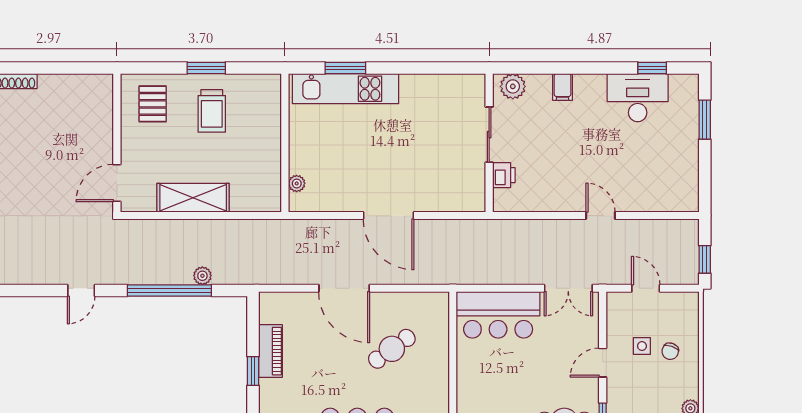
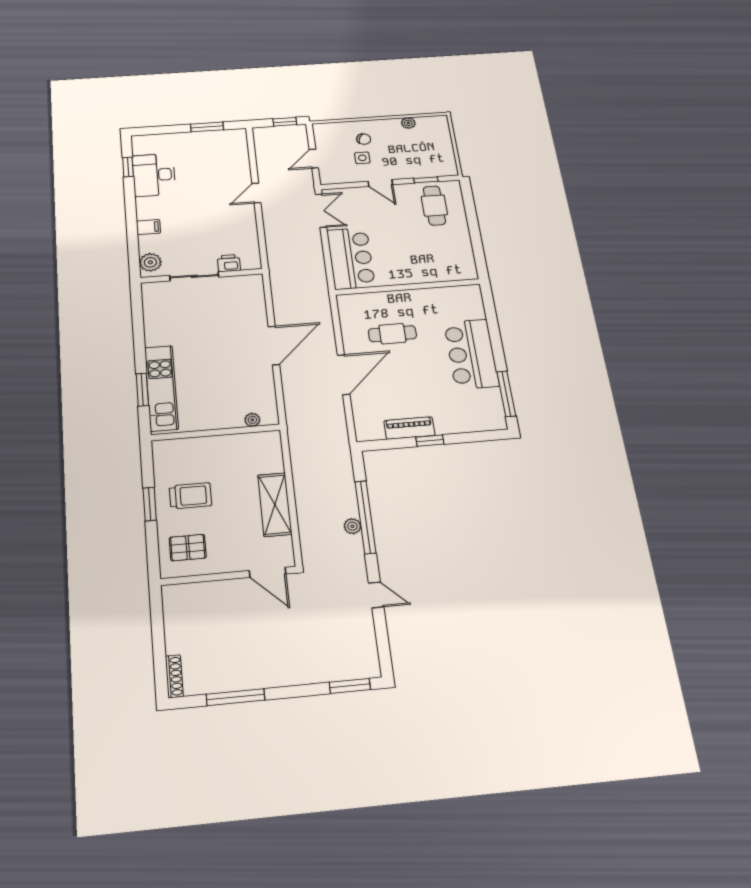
window: (705, 120) -> (207, 127), moved
plant: (202, 276) -> (352, 526), moved
cafe table: (392, 349) -> (392, 334), turned -54

